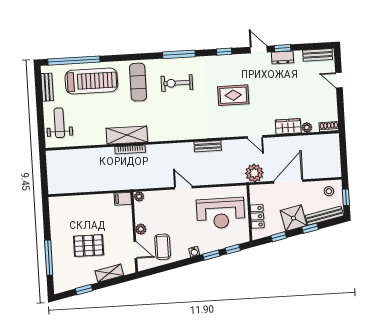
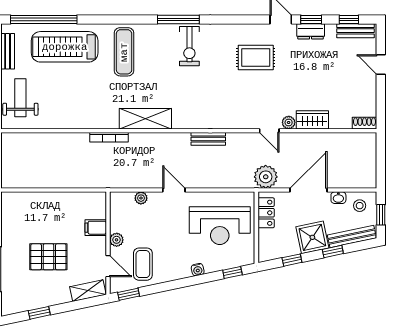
window: (224, 52) -> (349, 19), moved
treadmill: (91, 81) -> (65, 47), turned 180
exercise bike: (177, 83) -> (189, 46), moved, turned -90
rug: (233, 95) -> (256, 57), moved
plant: (307, 127) -> (289, 123), moved
shelving: (127, 135) -> (145, 119), moved
washbasin: (312, 186) -> (338, 198), added
plant: (139, 196) -> (141, 198), moved
filing cabinet: (123, 199) -> (96, 228), moved
locker: (257, 216) -> (266, 213), moved
water cooler: (194, 252) -> (198, 270), moved
window: (211, 255) -> (129, 294), moved
shelving: (109, 273) -> (88, 291), moved

